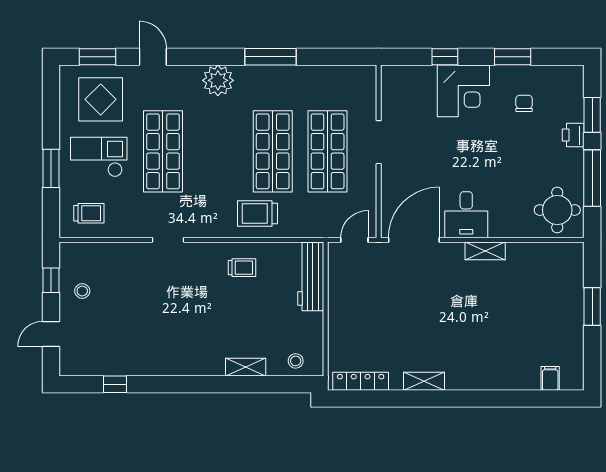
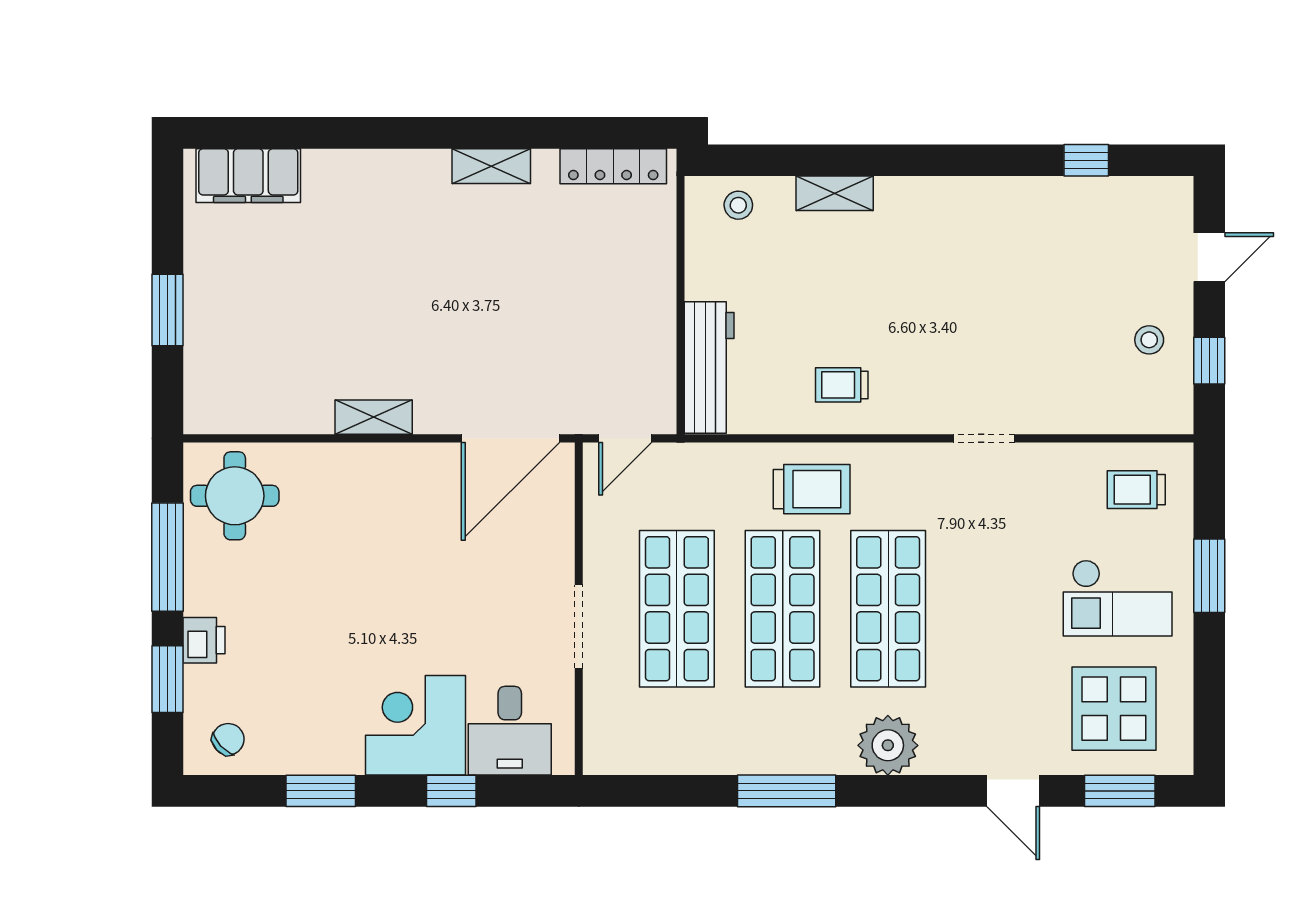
chair: (524, 103) -> (228, 739), moved, turned -133
shop shelf: (163, 151) -> (888, 609), moved
desk: (466, 215) -> (510, 731), moved, turned 180
filing cabinet: (550, 378) -> (248, 176), width x3.00, depth x1.17

